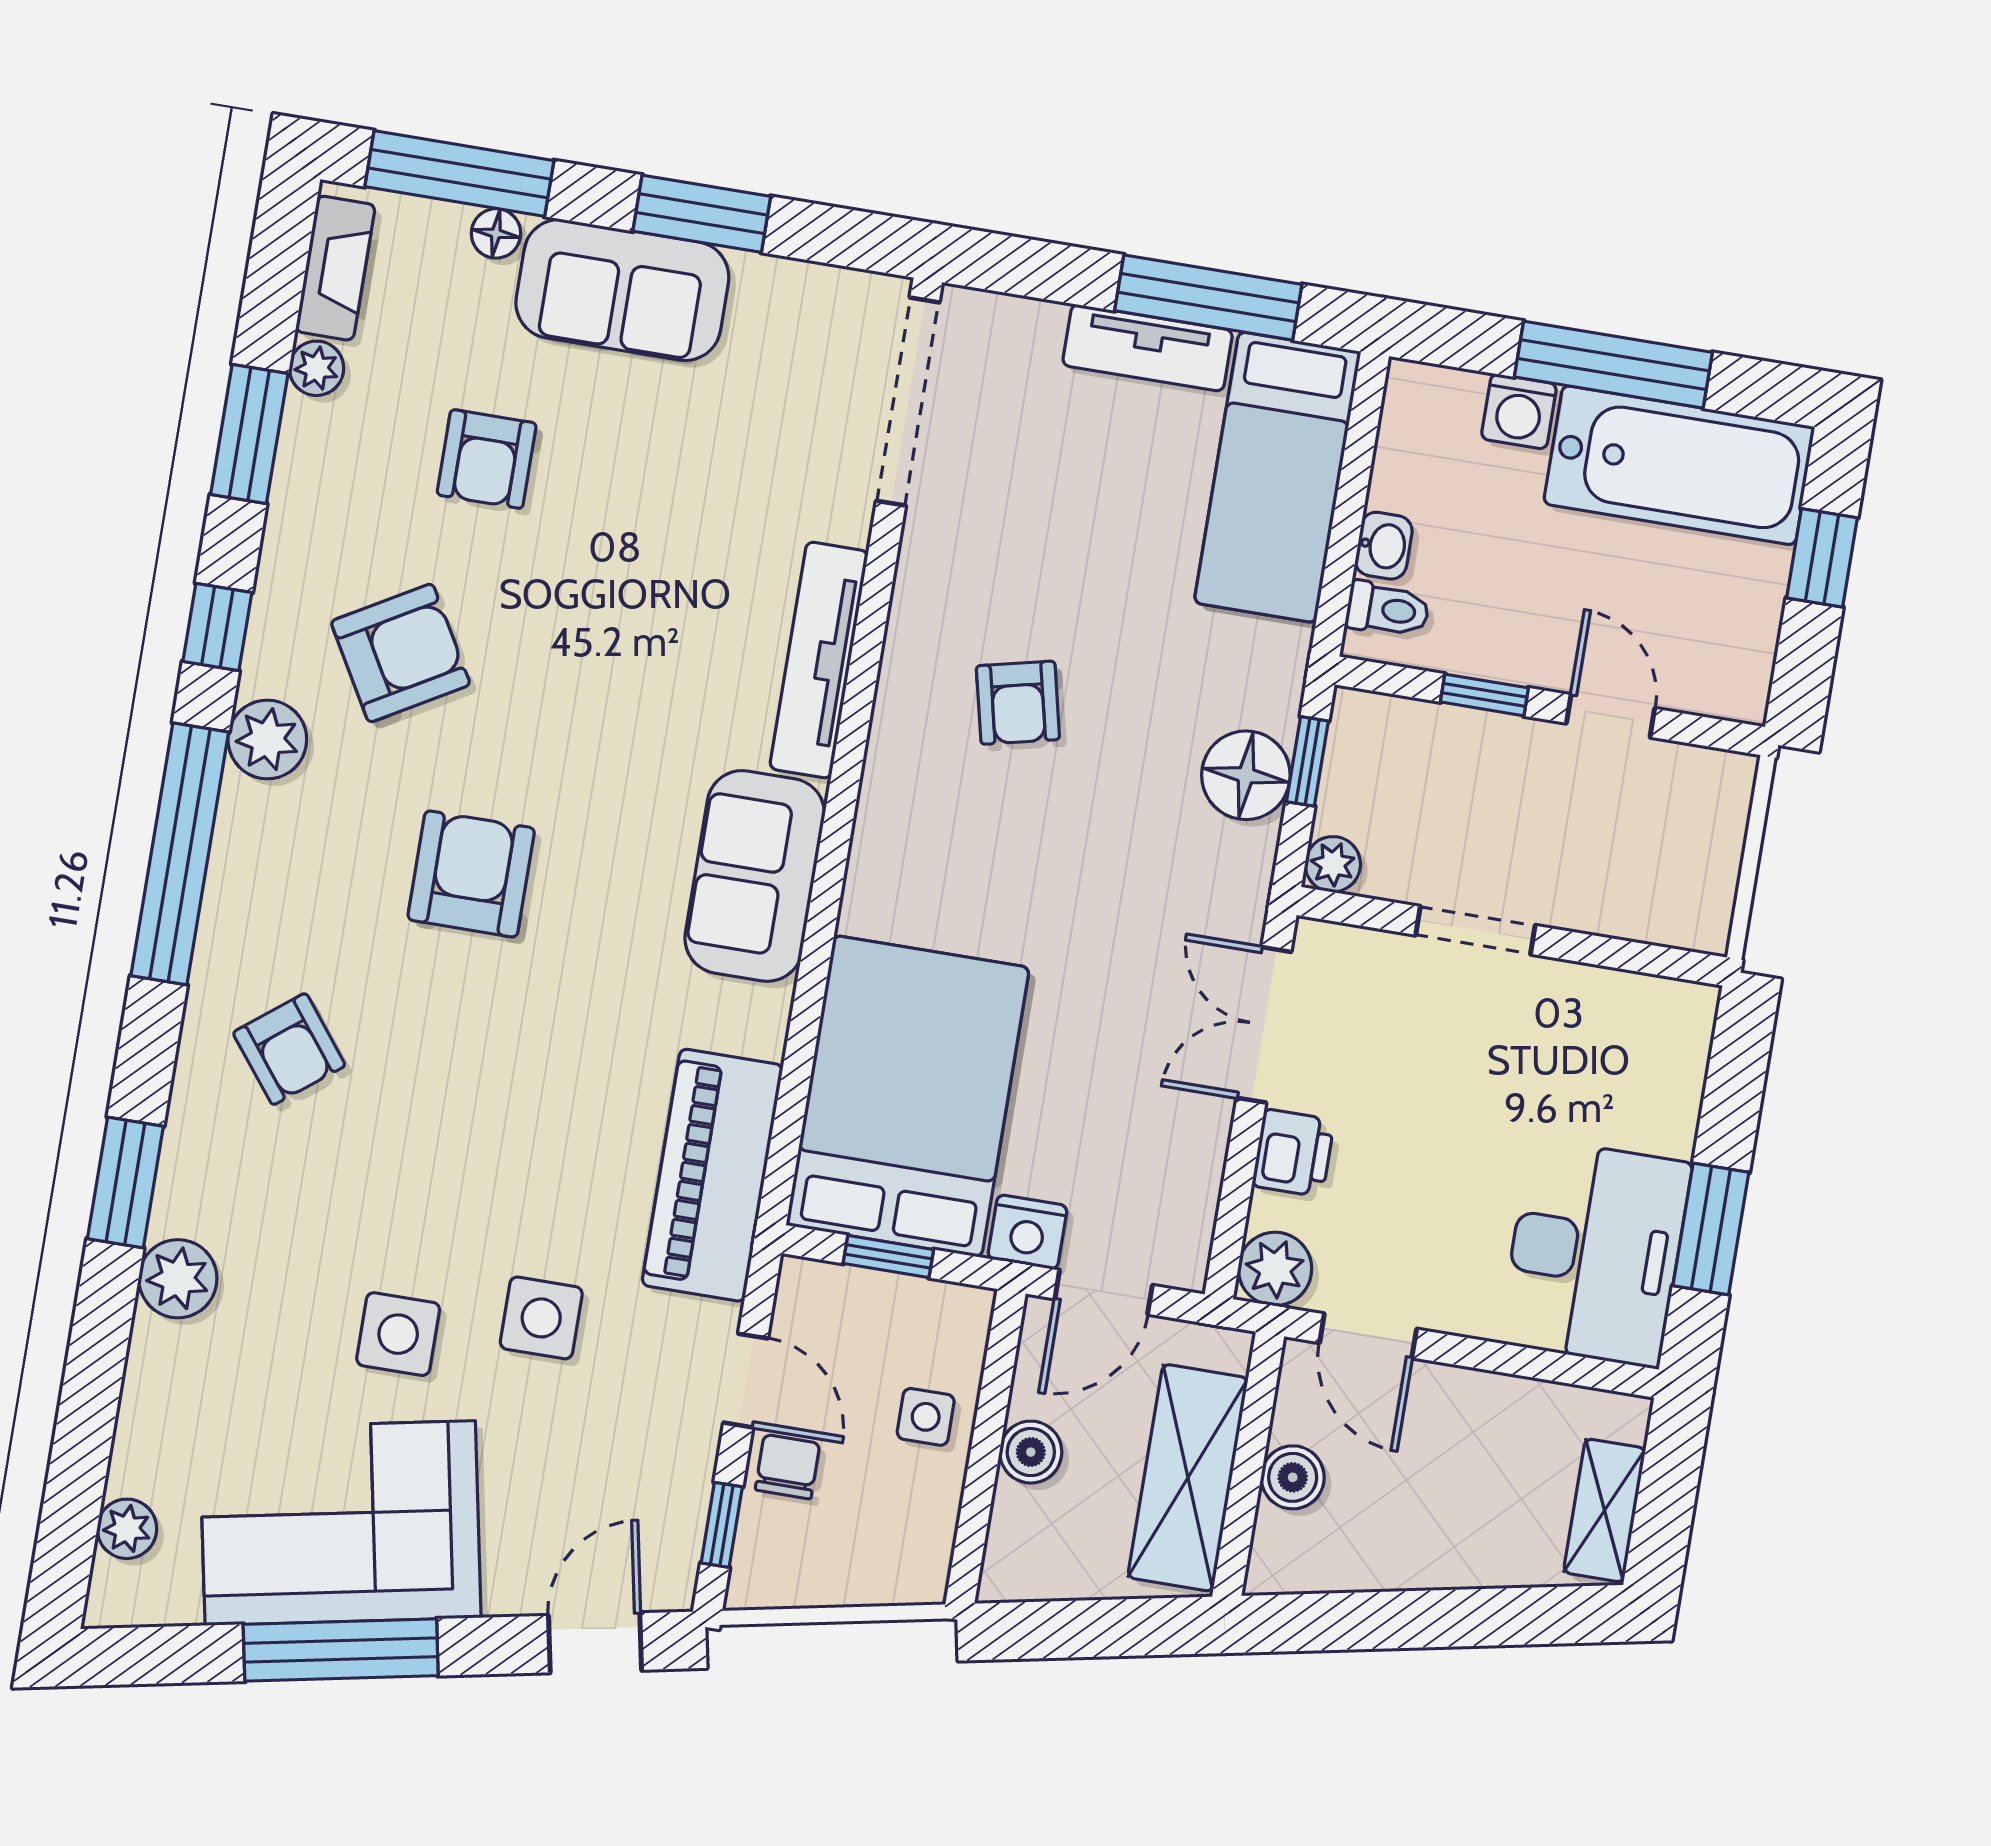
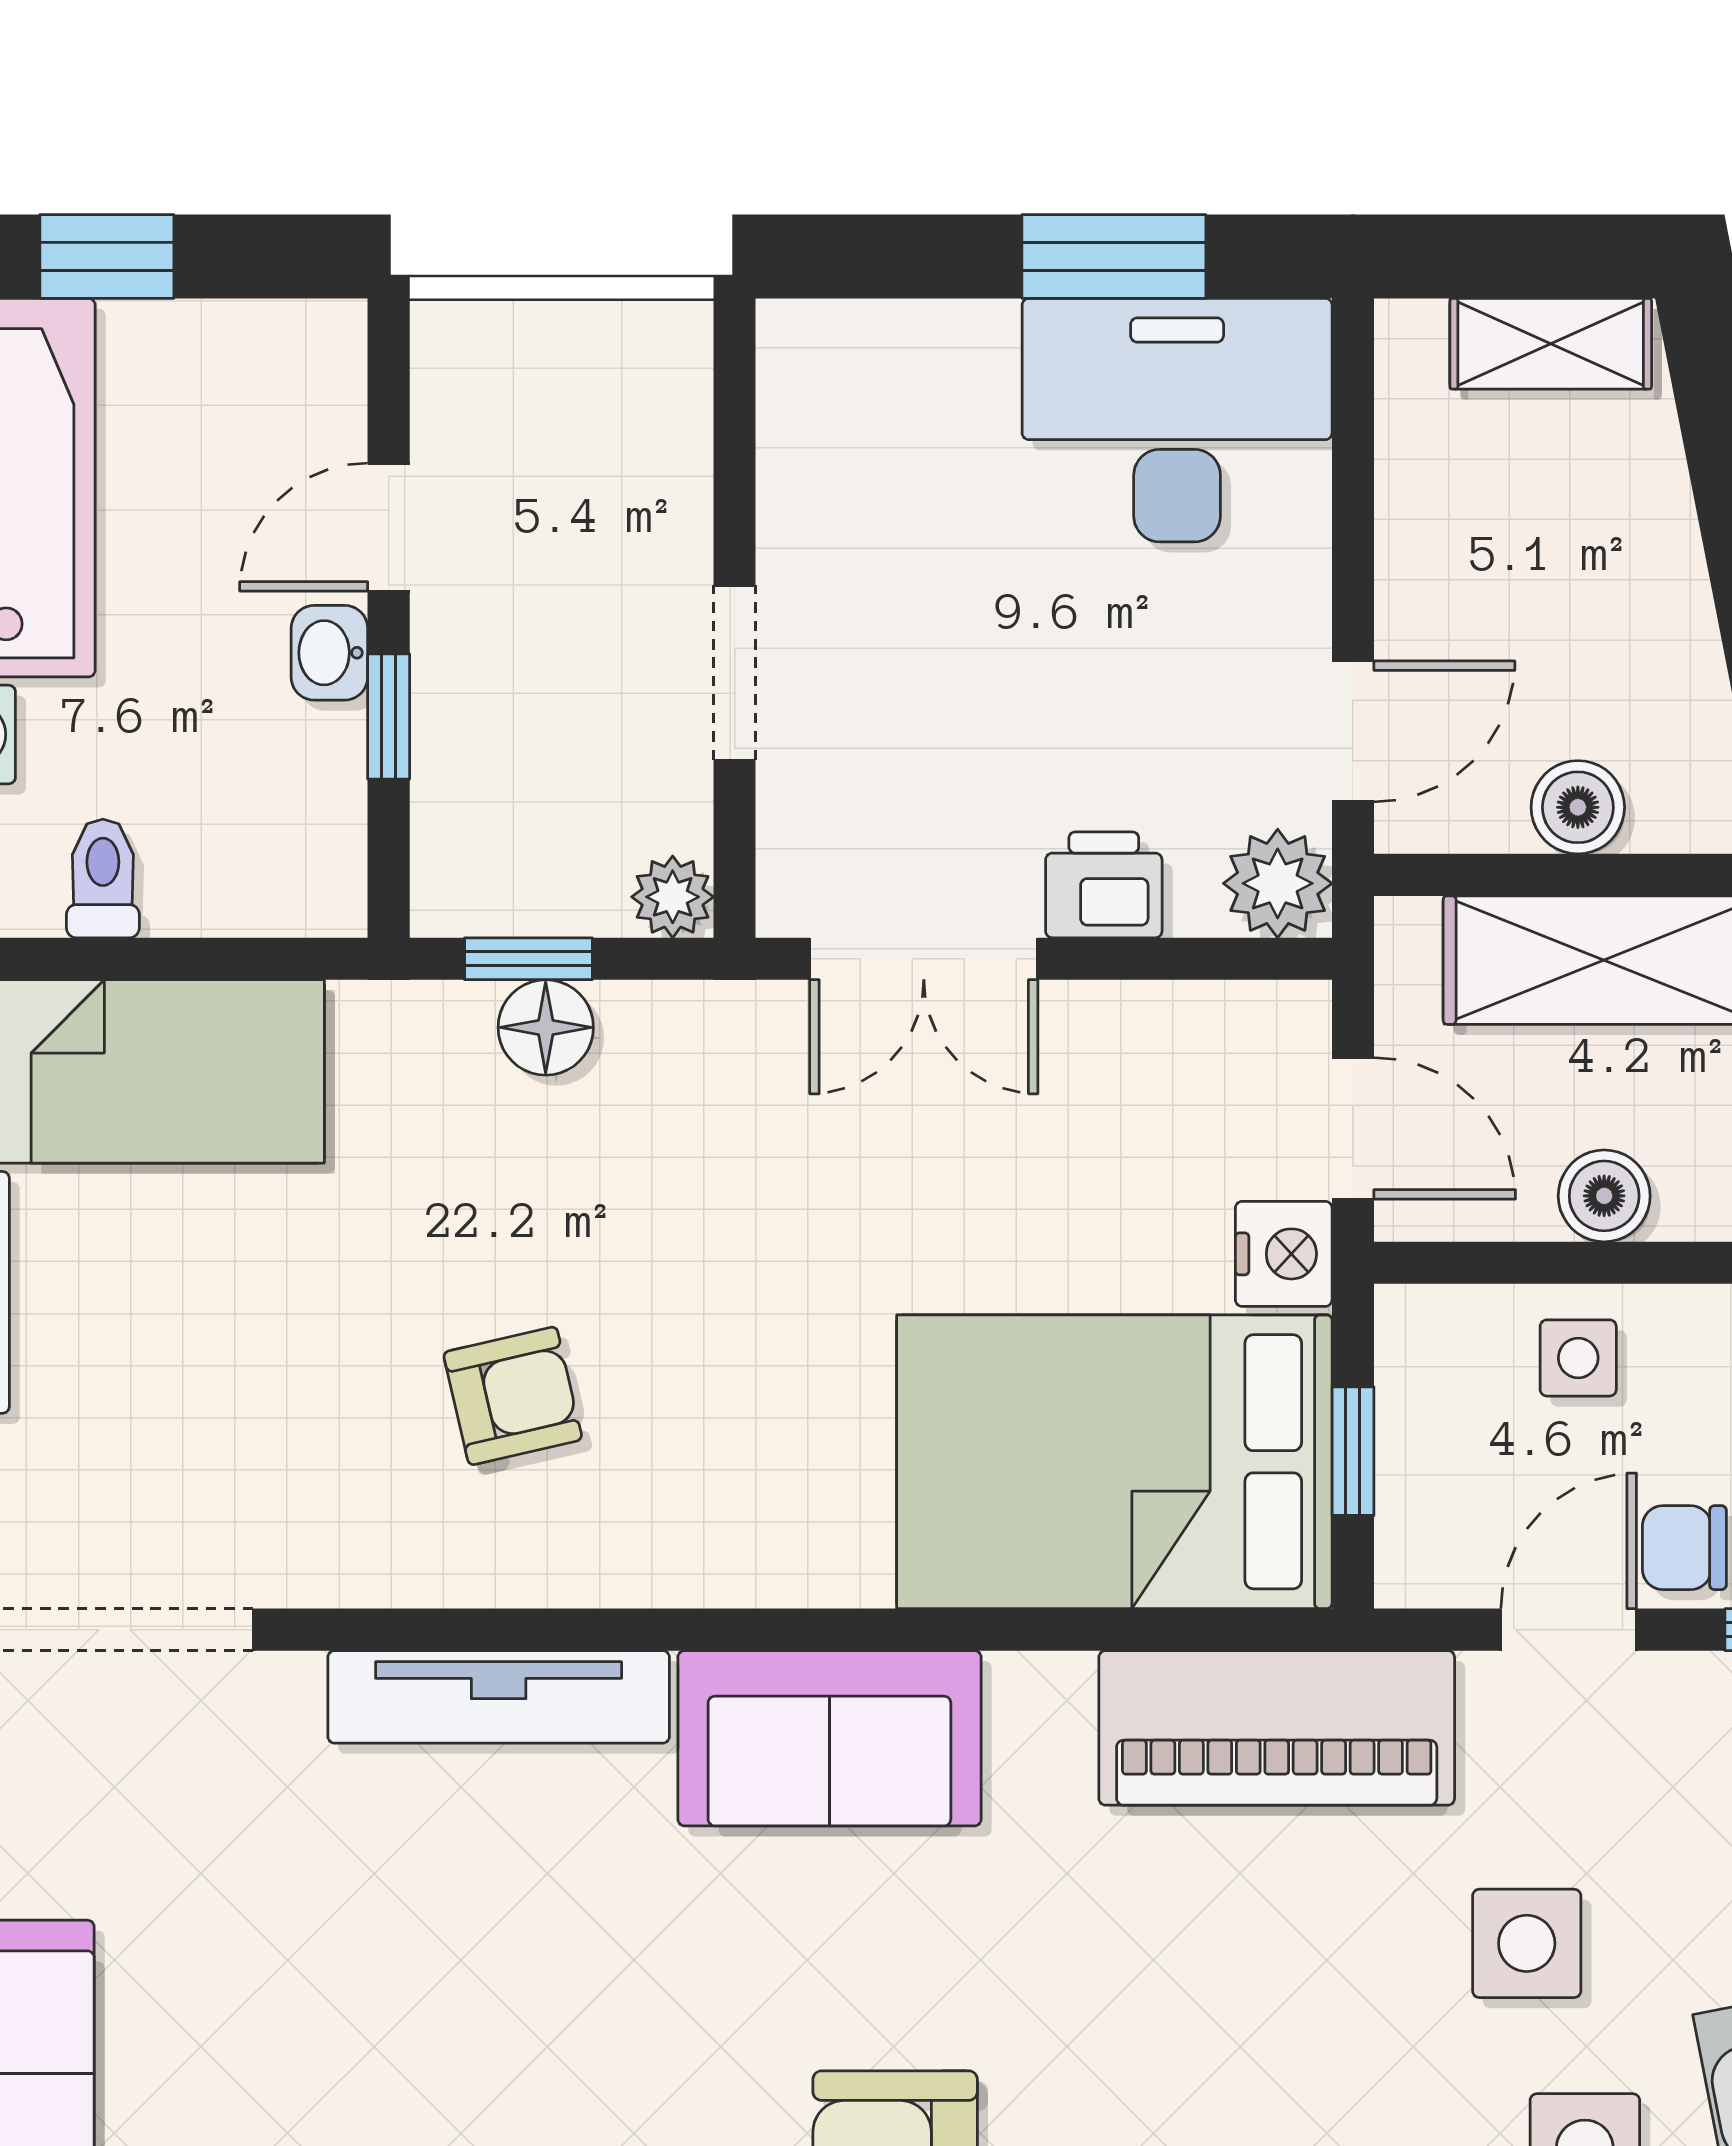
washbasin: (1384, 546) -> (329, 653), moved, turned -90
toilet: (1388, 609) -> (103, 878), moved
floor lamp: (1246, 775) -> (546, 1027), width x0.73, depth x0.73

